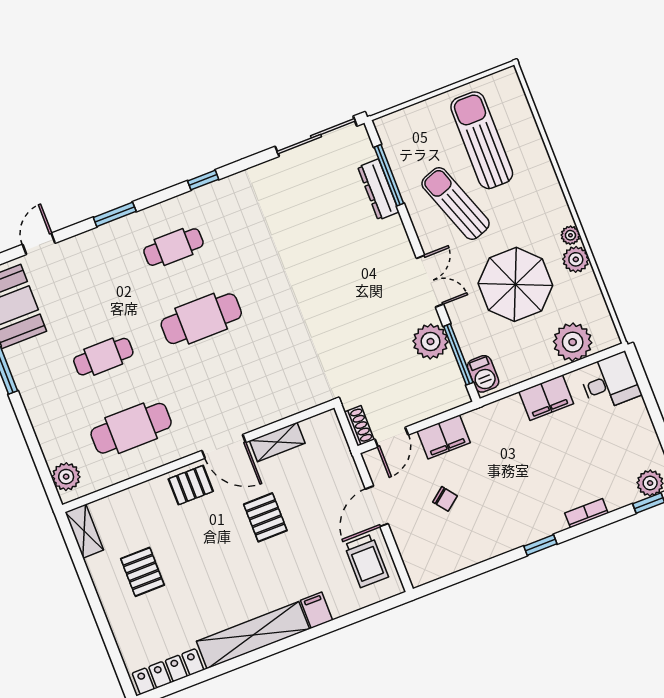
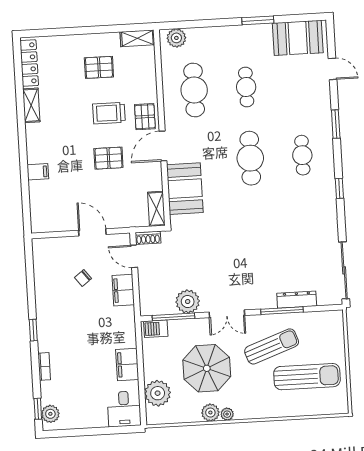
window: (389, 175) -> (282, 311), moved
booth: (274, 397) -> (185, 189), added
shelving: (277, 442) -> (156, 209), moved
trolley: (366, 561) -> (109, 113), moved
shelving: (253, 635) -> (31, 105), width x0.45, depth x0.75

